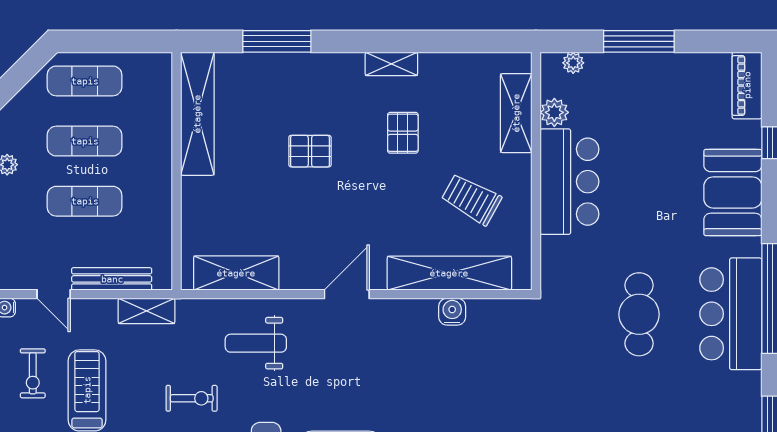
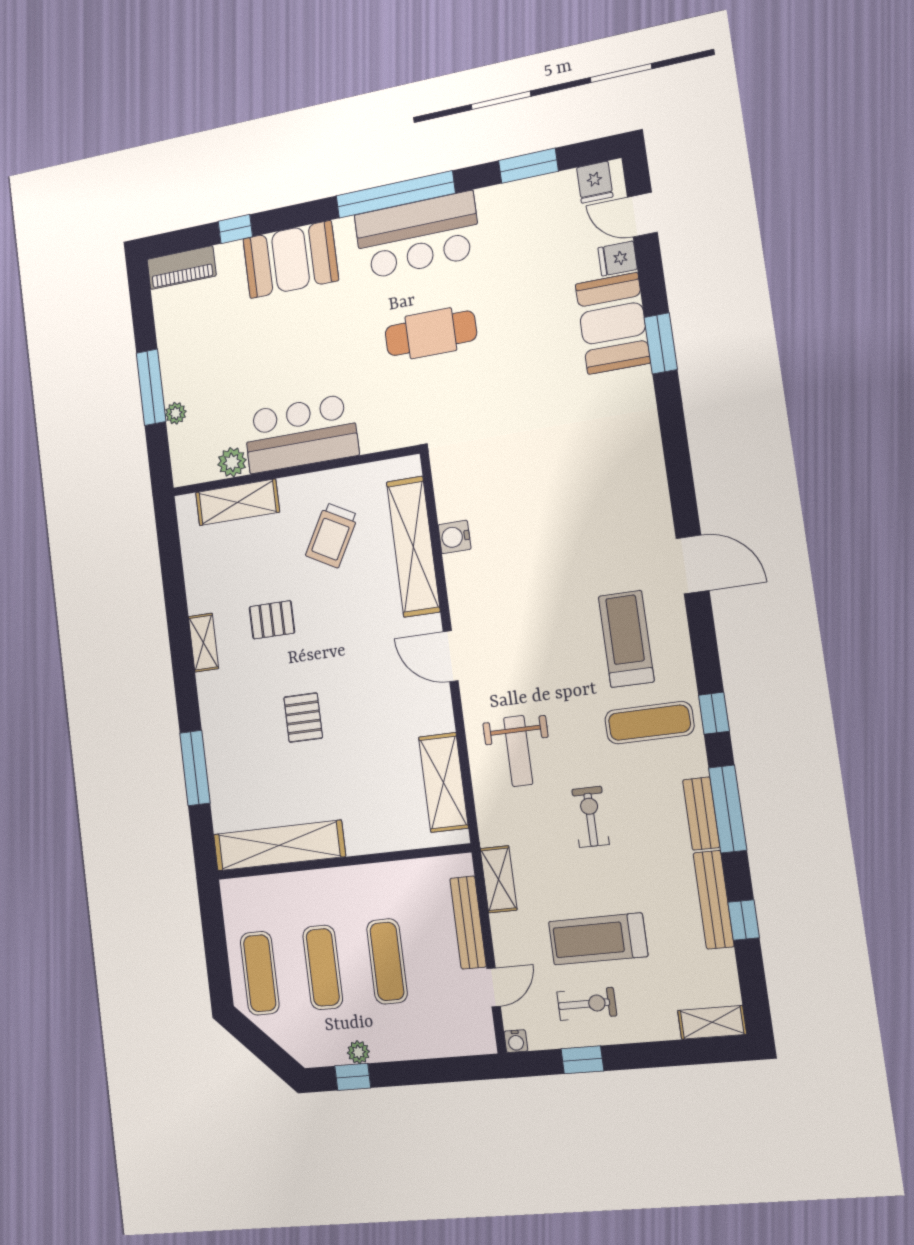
plant: (573, 63) -> (176, 413), moved

